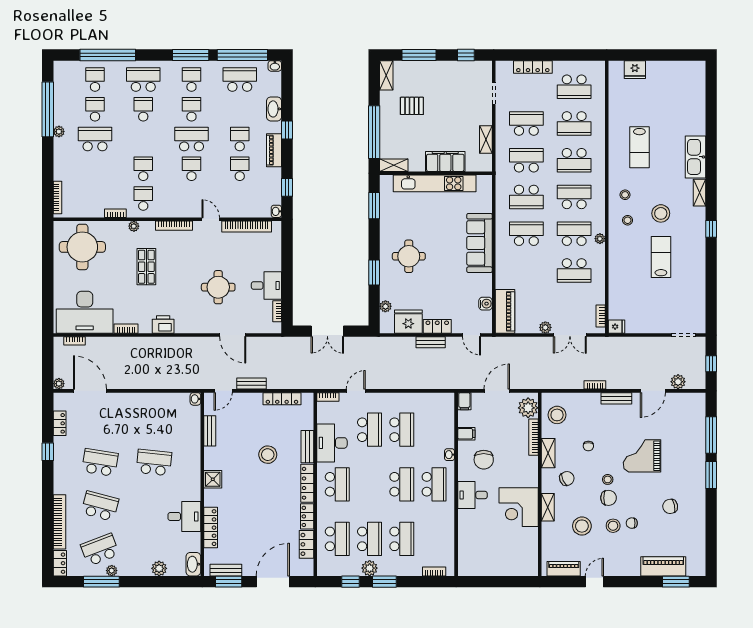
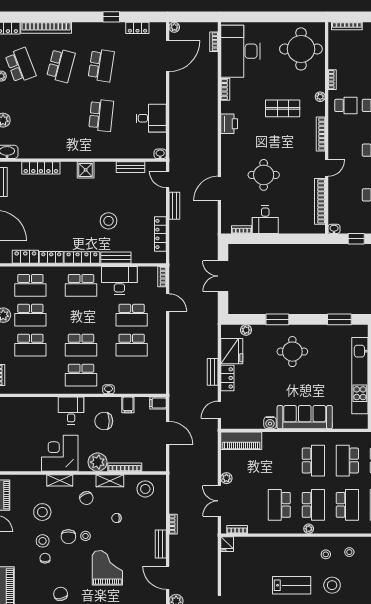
water cooler: (485, 304) -> (270, 423), moved
plant: (528, 408) -> (97, 462), moved
desk: (184, 516) -> (151, 118), moved, turned -90

